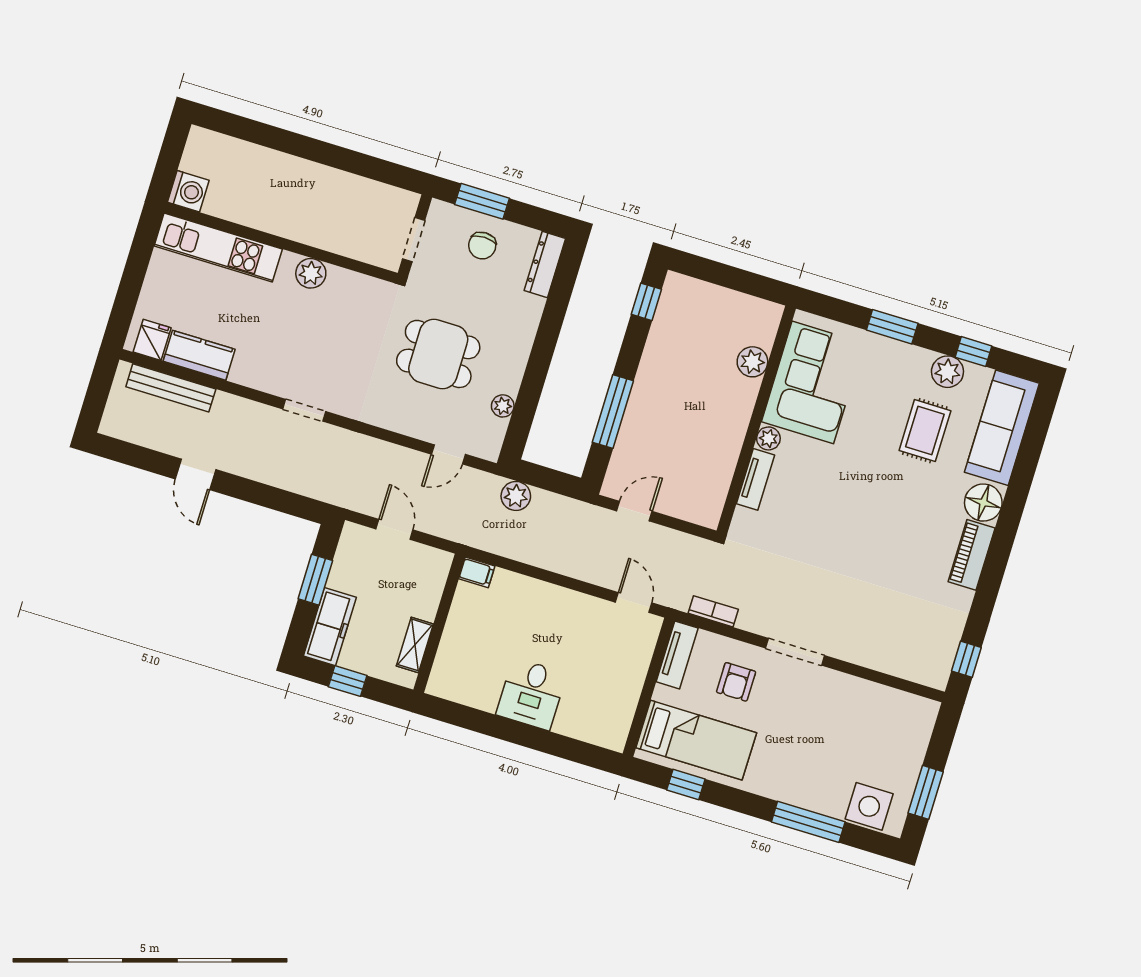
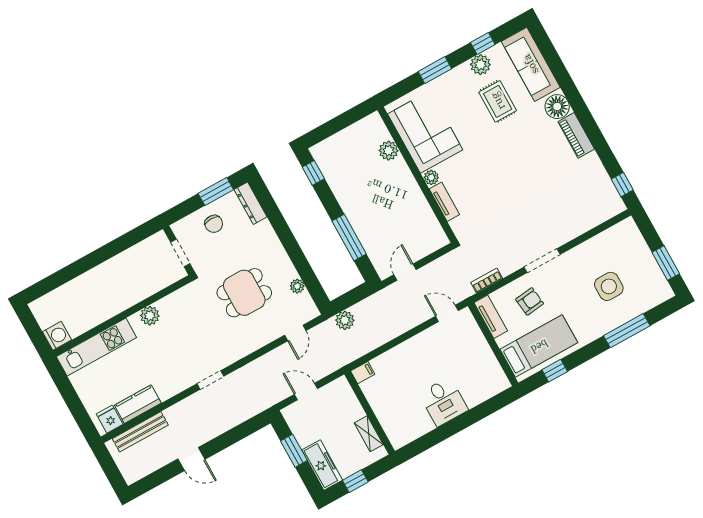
window: (482, 201) -> (216, 191), moved
armchair: (736, 682) -> (530, 301), turned -97
side table: (869, 806) -> (609, 286), moved

